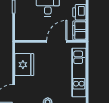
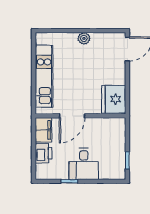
fridge: (24, 65) -> (114, 99), moved

